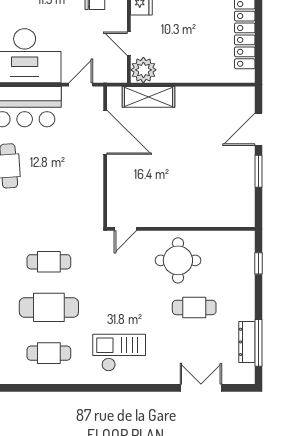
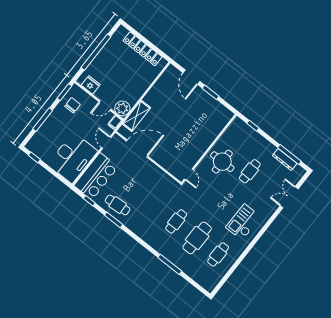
filing cabinet: (117, 75) -> (115, 123), added

